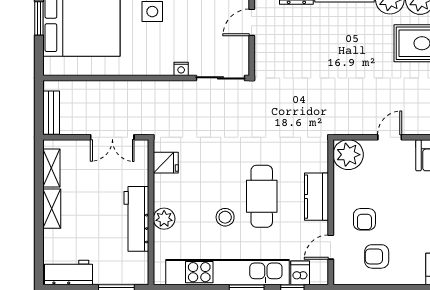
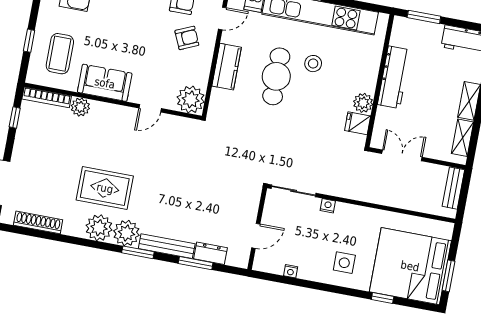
plant: (164, 219) -> (363, 103), moved
armchair: (364, 219) -> (187, 38), turned 66

